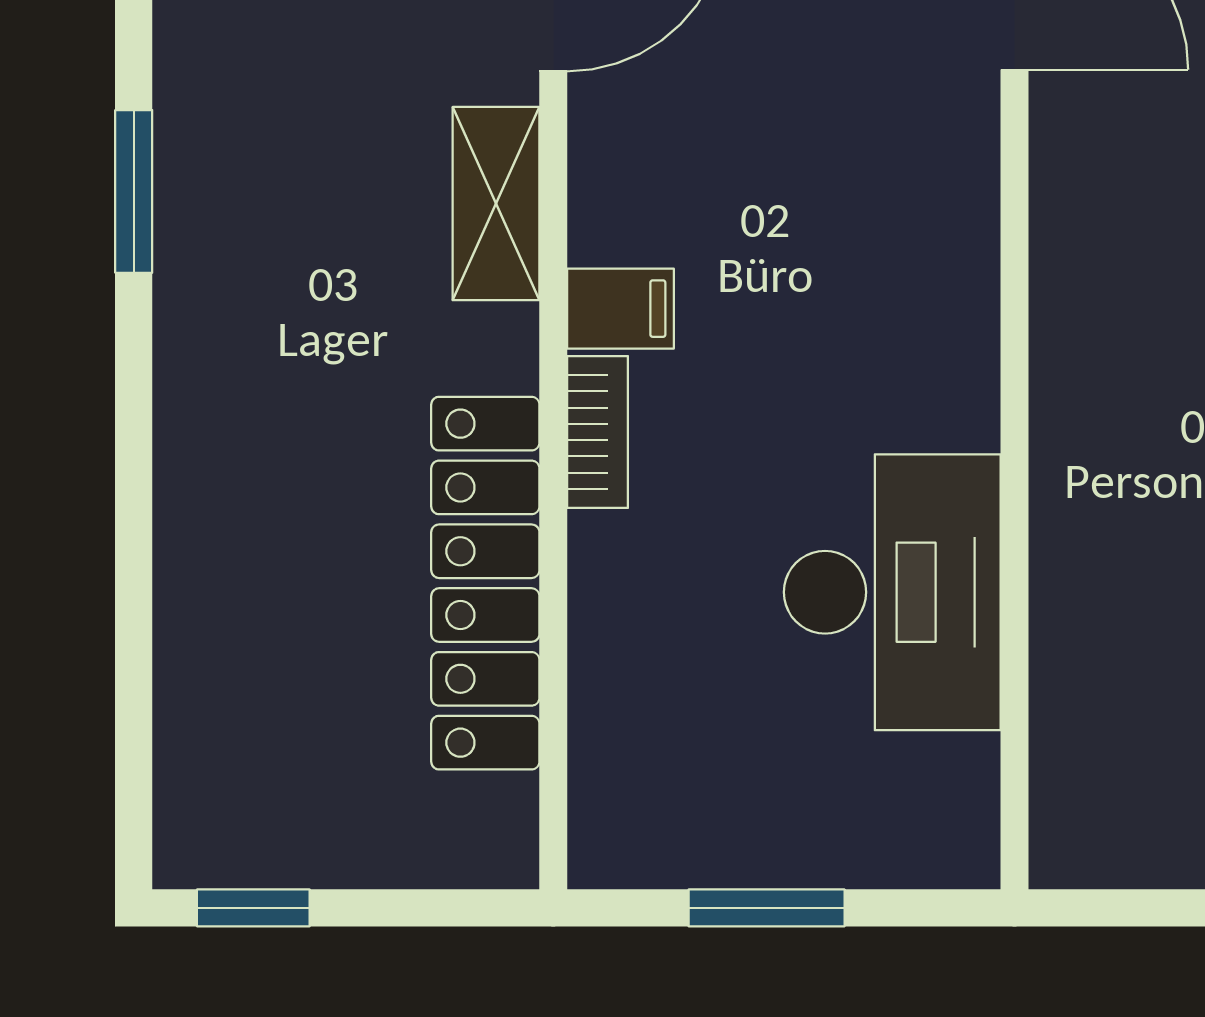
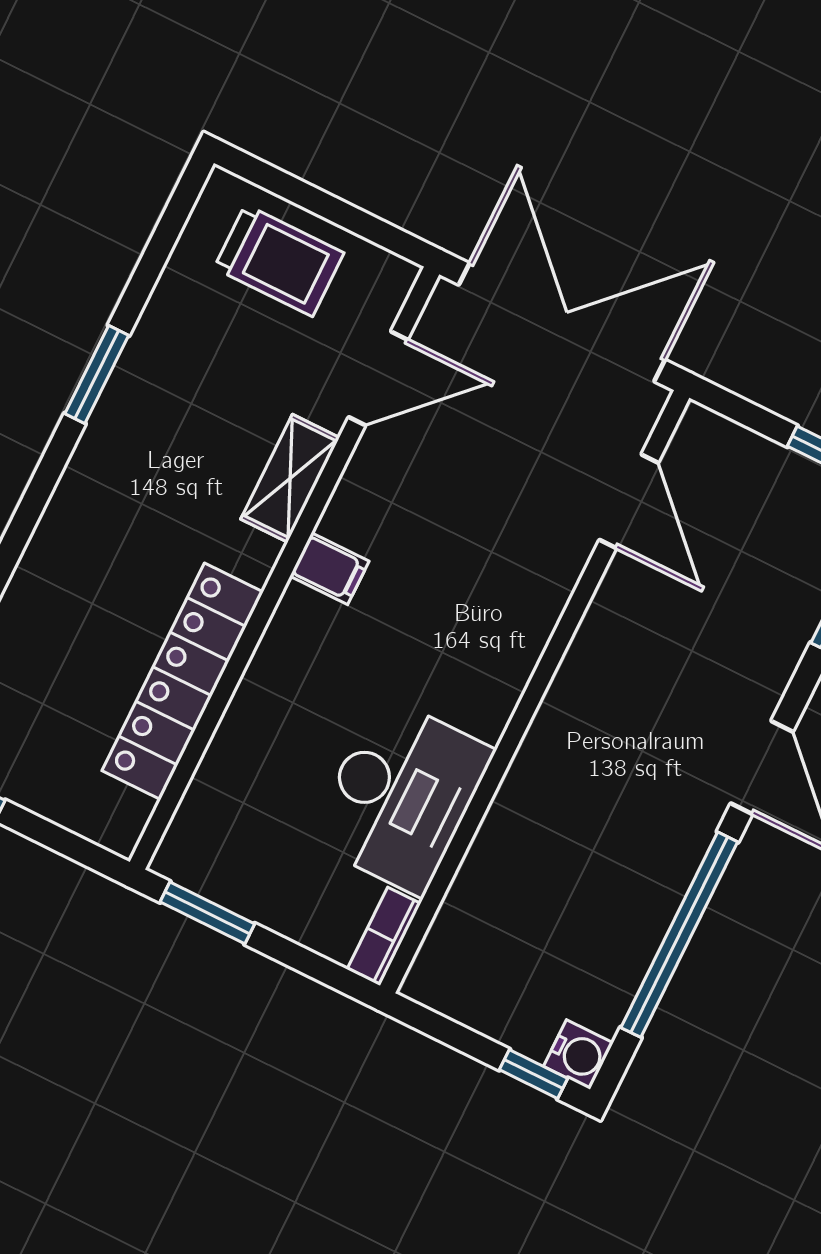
bookcase: (598, 432) -> (384, 936), moved, turned 180
window: (767, 908) -> (207, 913), moved

